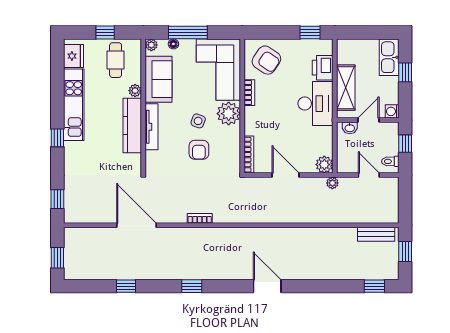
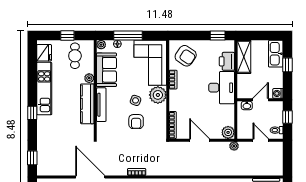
shelving: (346, 88) -> (244, 57), moved

